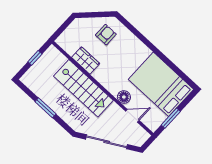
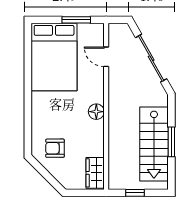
wardrobe: (86, 60) -> (95, 173), moved
stairs: (83, 88) -> (154, 144), moved, turned 180
floor lamp: (124, 97) -> (96, 112), moved

